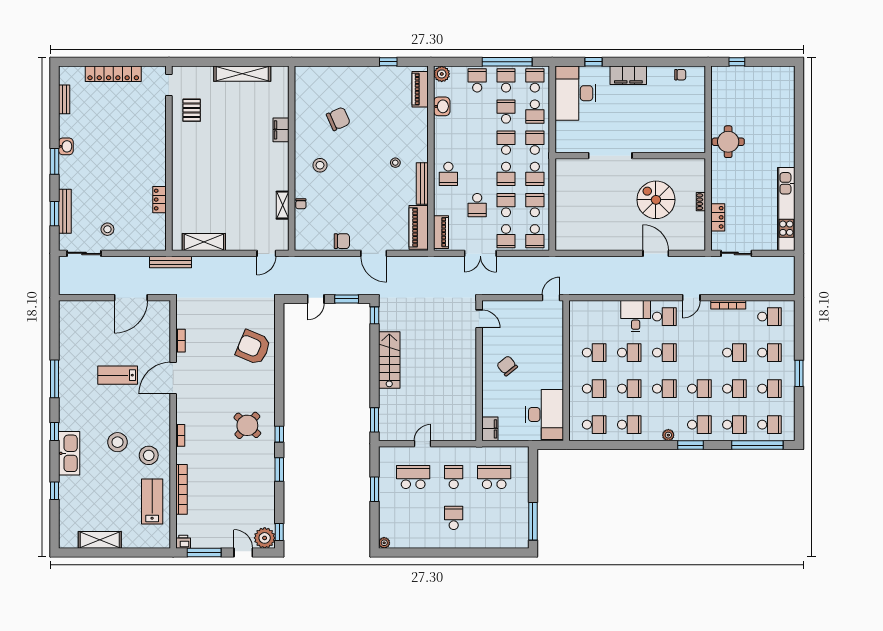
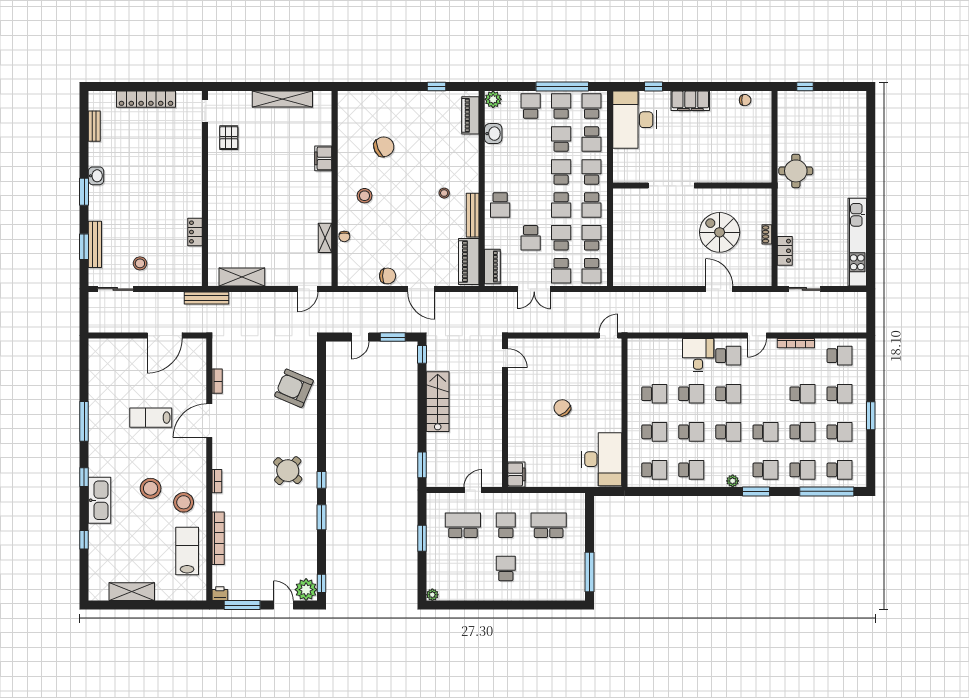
door: (479, 319) -> (505, 358), moved
wall: (479, 371) -> (505, 413), moved
filing cabinet: (490, 429) -> (516, 474), moved

